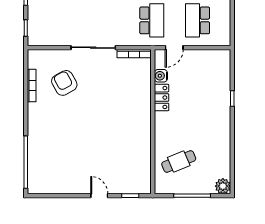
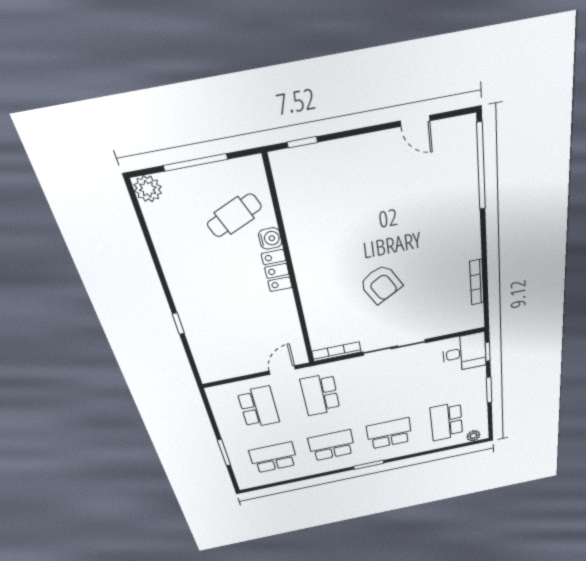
desk: (43, 31) -> (464, 352), added
water cooler: (161, 76) -> (270, 238), moved
armchair: (64, 83) -> (381, 284), moved
locker: (162, 98) -> (277, 271), moved
door: (99, 196) -> (415, 121), moved

